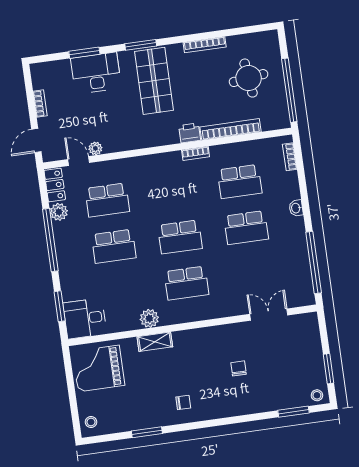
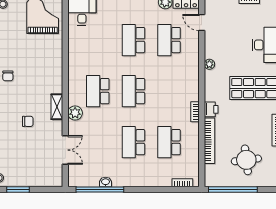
plant: (95, 148) -> (209, 64), moved
door: (79, 161) -> (202, 22), swing flipped
washbasin: (296, 208) -> (106, 182), moved
plant: (149, 318) -> (75, 113), moved
shelving: (155, 342) -> (57, 107), moved

